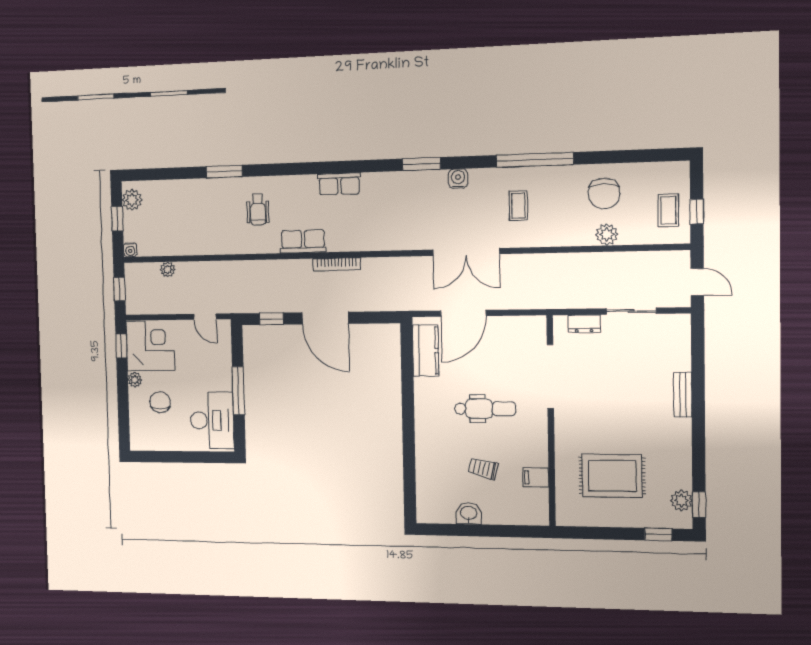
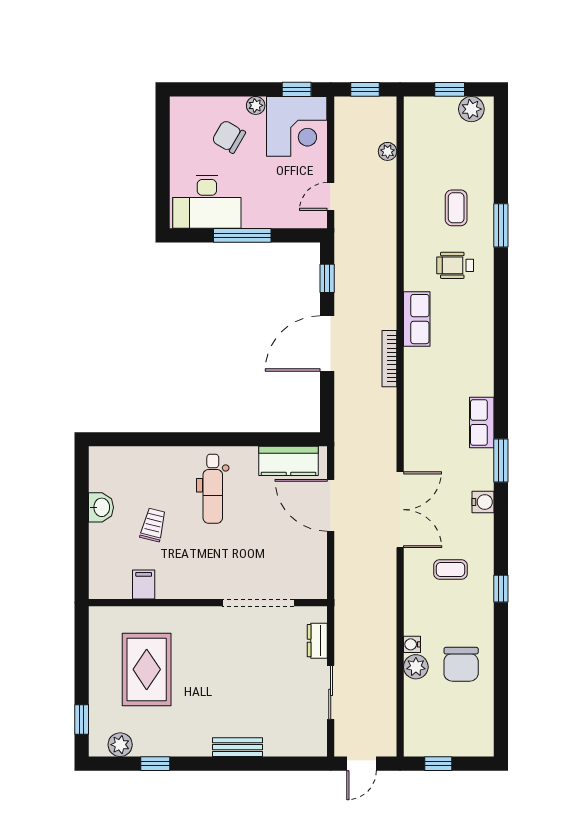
window: (535, 160) -> (501, 589), width x0.32
row of seats: (339, 184) -> (482, 422), moved
chair: (604, 193) -> (461, 664), turned -90
coffee table: (668, 210) -> (456, 208), moved, turned 90
water cooler: (130, 250) -> (412, 644), moved
double door: (466, 252) -> (400, 510), swing flipped
chair: (160, 402) -> (229, 137), turned -150
dental chair: (485, 409) -> (213, 489), moved
window: (699, 505) -> (155, 764), moved

